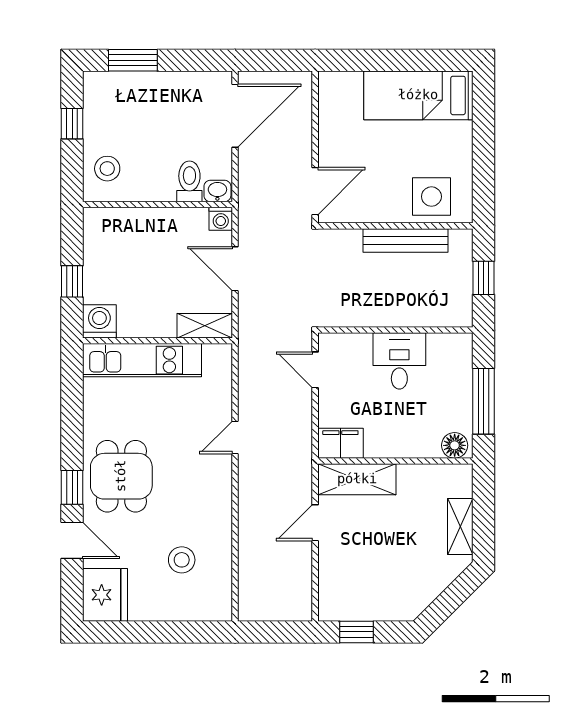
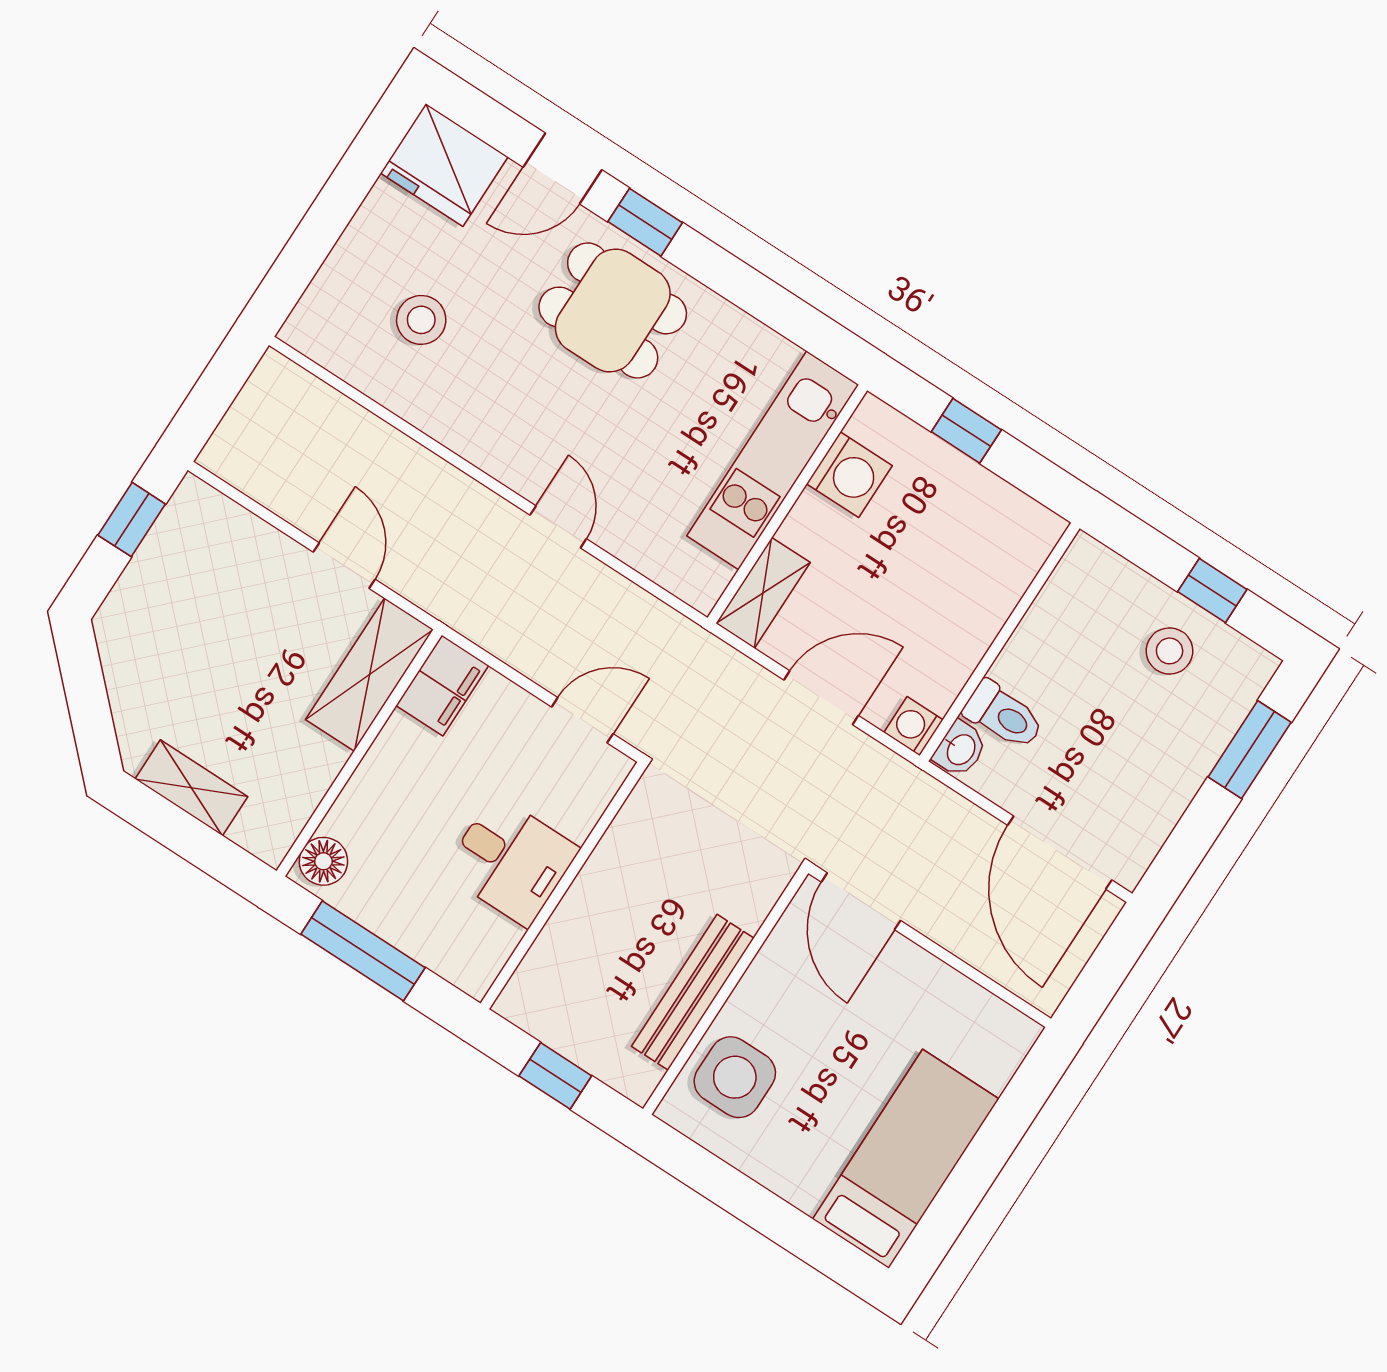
stool: (107, 169) -> (1170, 651), moved
washing machine: (99, 321) -> (849, 475), moved

